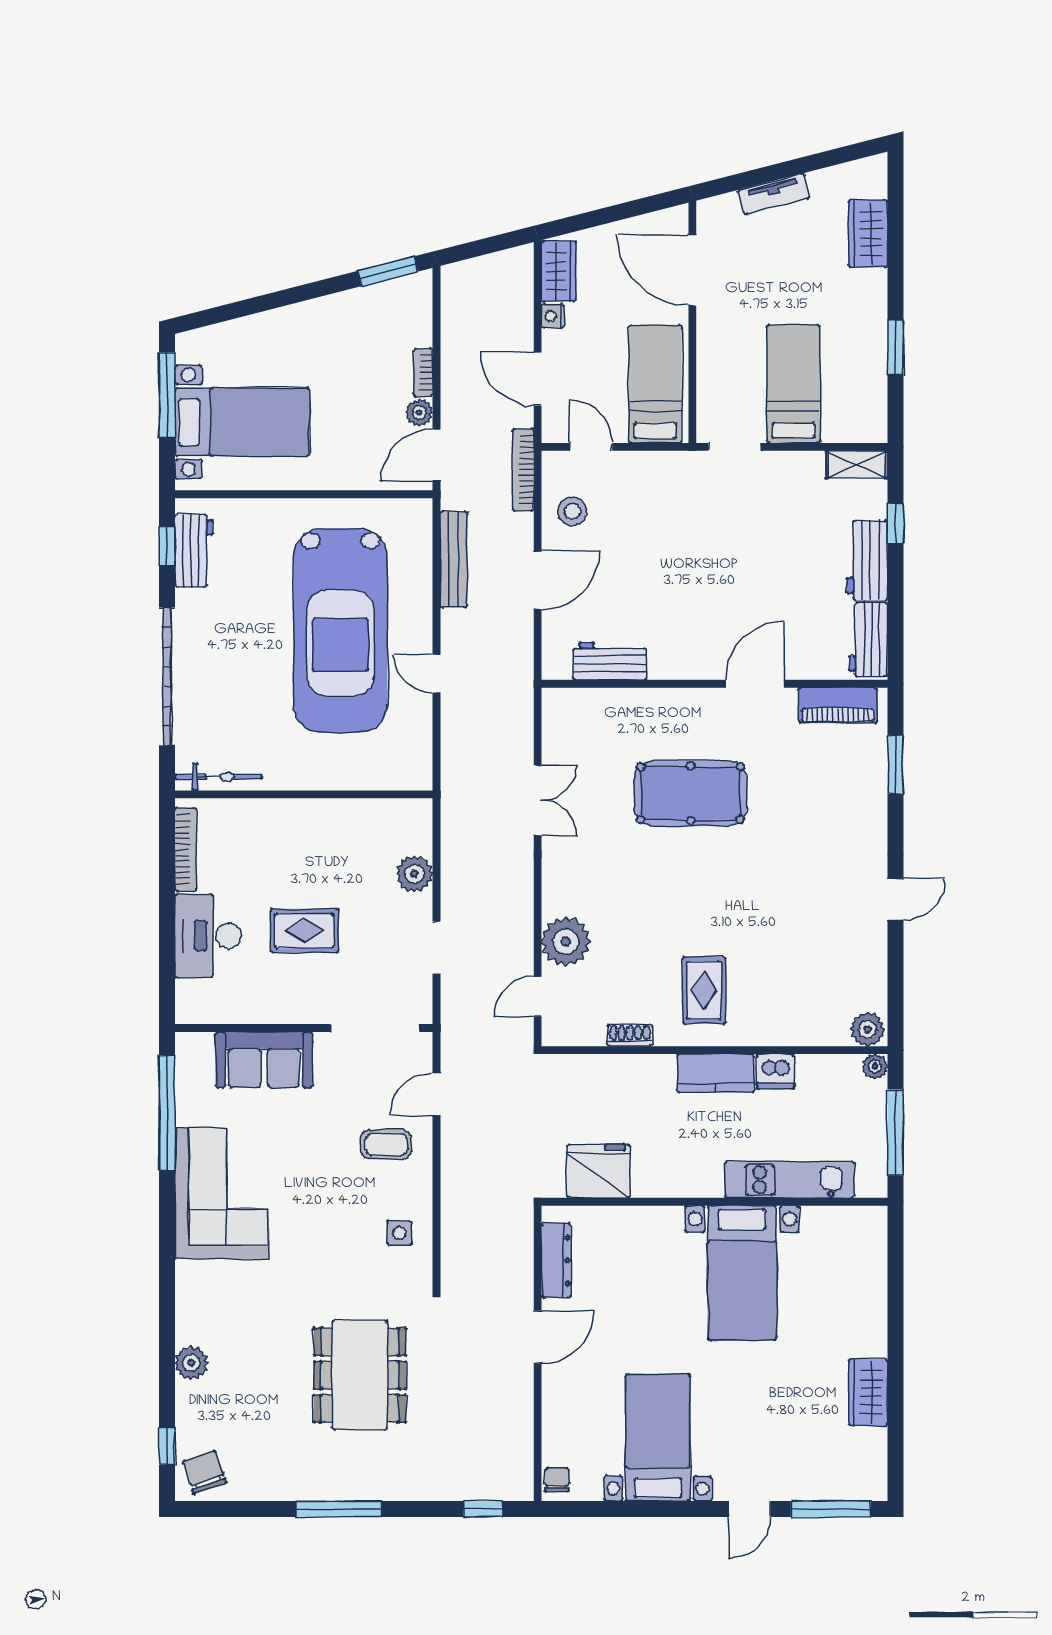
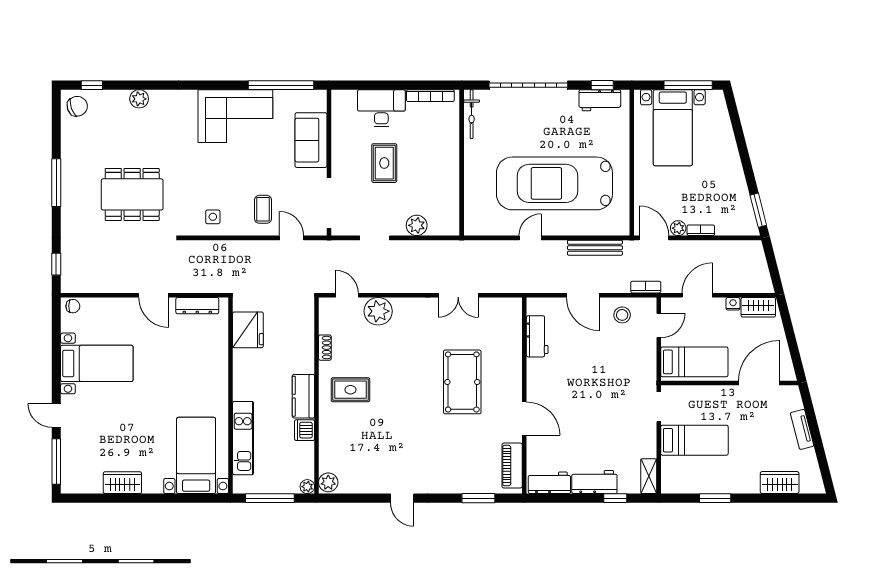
bookcase: (523, 470) -> (646, 287), width x0.64
bed with nightstands: (742, 1273) -> (196, 455), moved, turned 90

